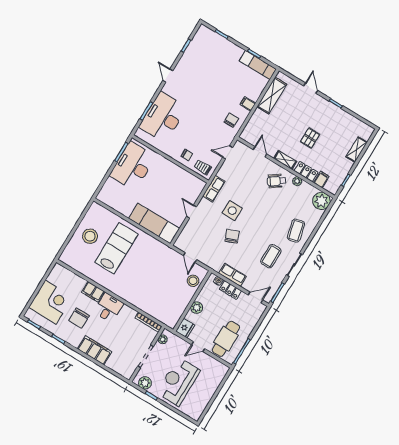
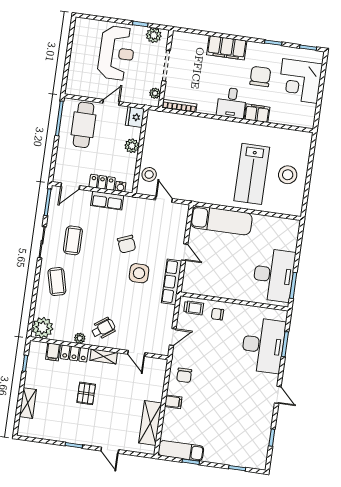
row of seats: (214, 189) -> (172, 282), width x1.48

